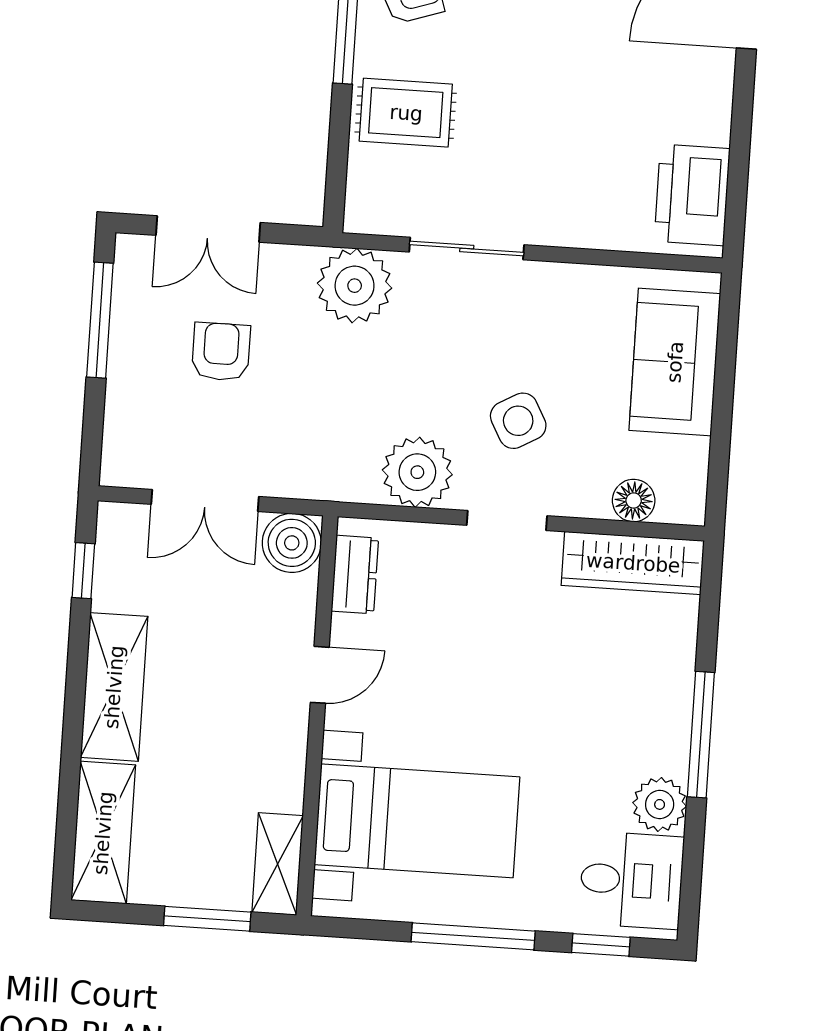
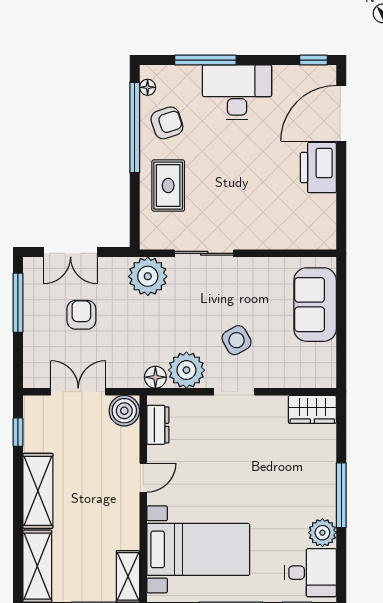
rug: (406, 113) -> (168, 186), turned 90
printer: (692, 195) -> (318, 168), moved
double door: (205, 500) -> (78, 392), swing flipped
floor lamp: (634, 501) -> (155, 377), moved
wardrobe: (633, 563) -> (312, 409), width x0.67

